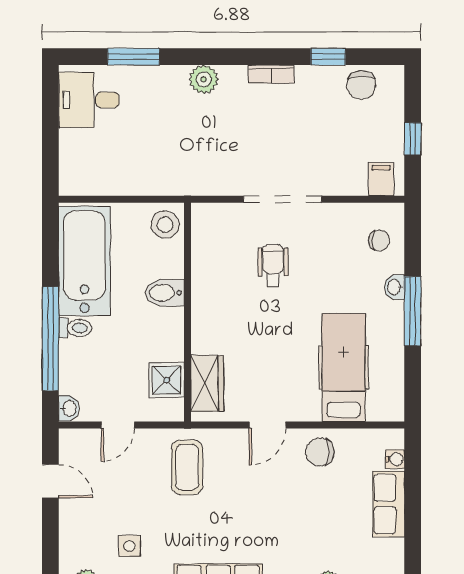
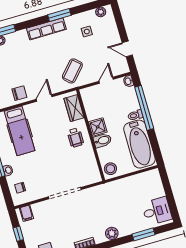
wheelchair: (273, 265) -> (75, 138), moved
shower: (167, 380) -> (98, 127), moved
coffee table: (187, 467) -> (72, 71), turned 42

